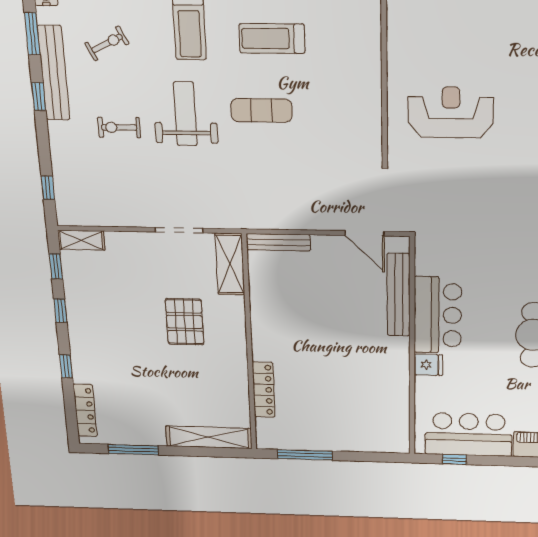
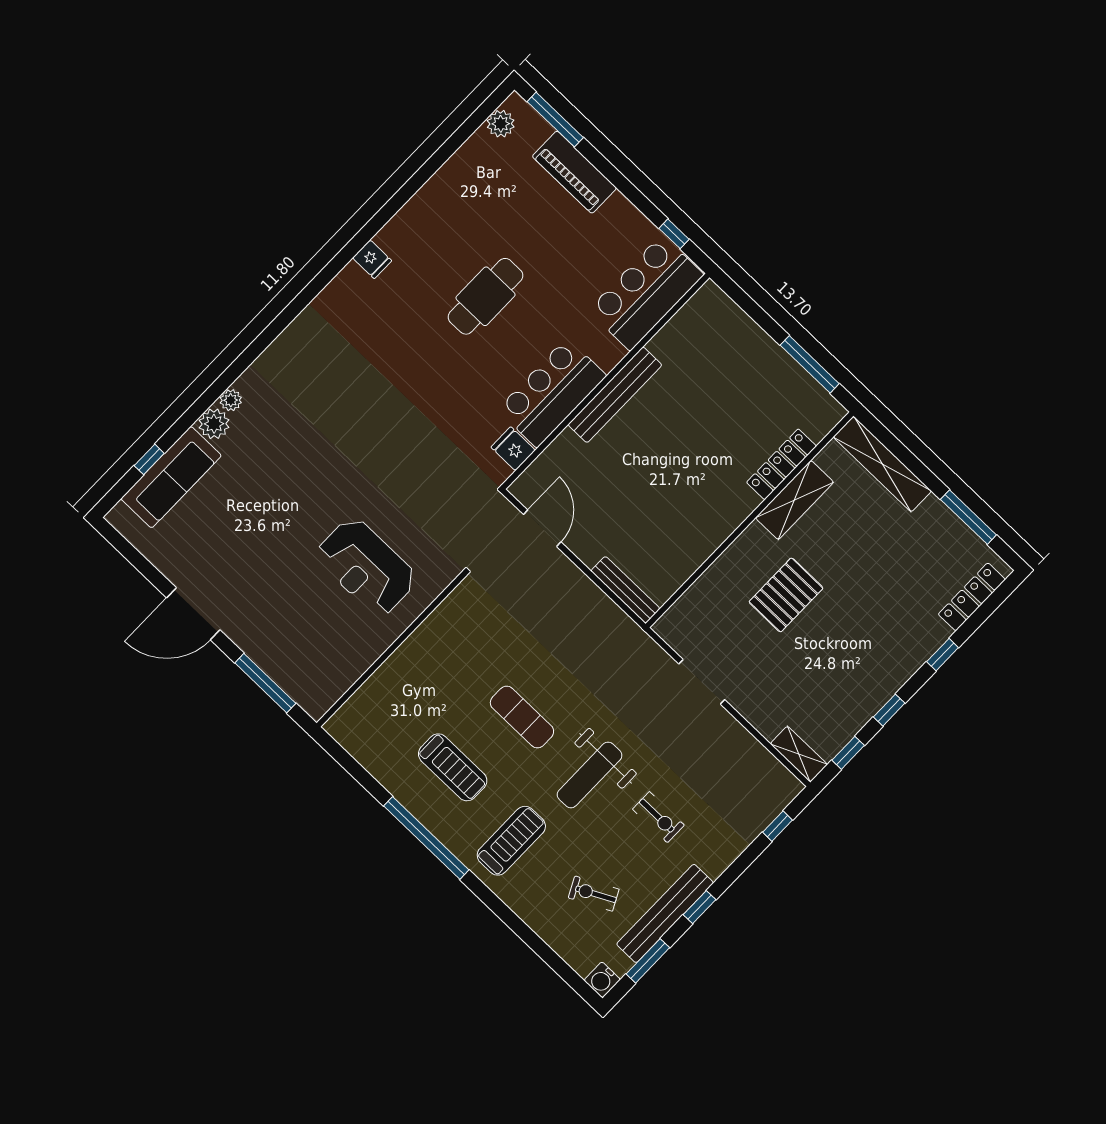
shelving: (230, 264) -> (794, 500), moved
bench: (399, 295) -> (615, 395), moved
fridge: (428, 365) -> (513, 449), moved
bar counter: (469, 434) -> (646, 293), moved, turned 90

